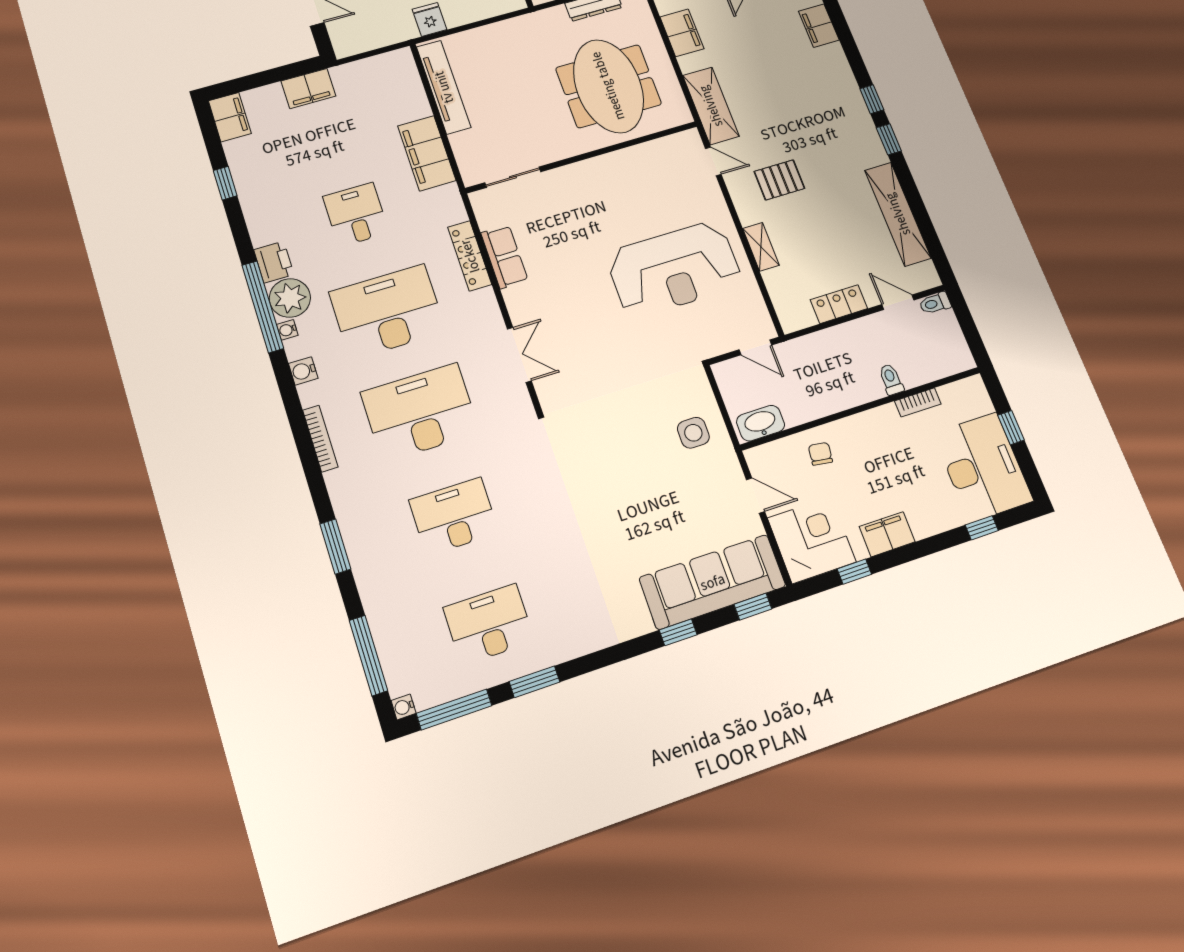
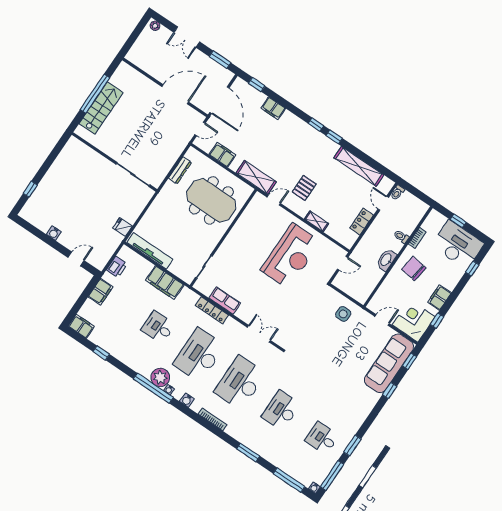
printer: (274, 262) -> (117, 267), moved, turned 90
door: (898, 302) -> (383, 203), hinge flipped
washbasin: (761, 423) -> (386, 260), moved
chair: (820, 454) -> (414, 268), moved, width x1.87, depth x1.87
desk: (489, 624) -> (322, 438), width x0.73

